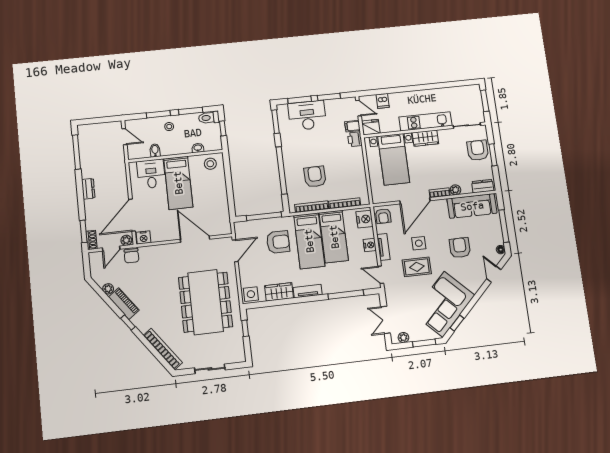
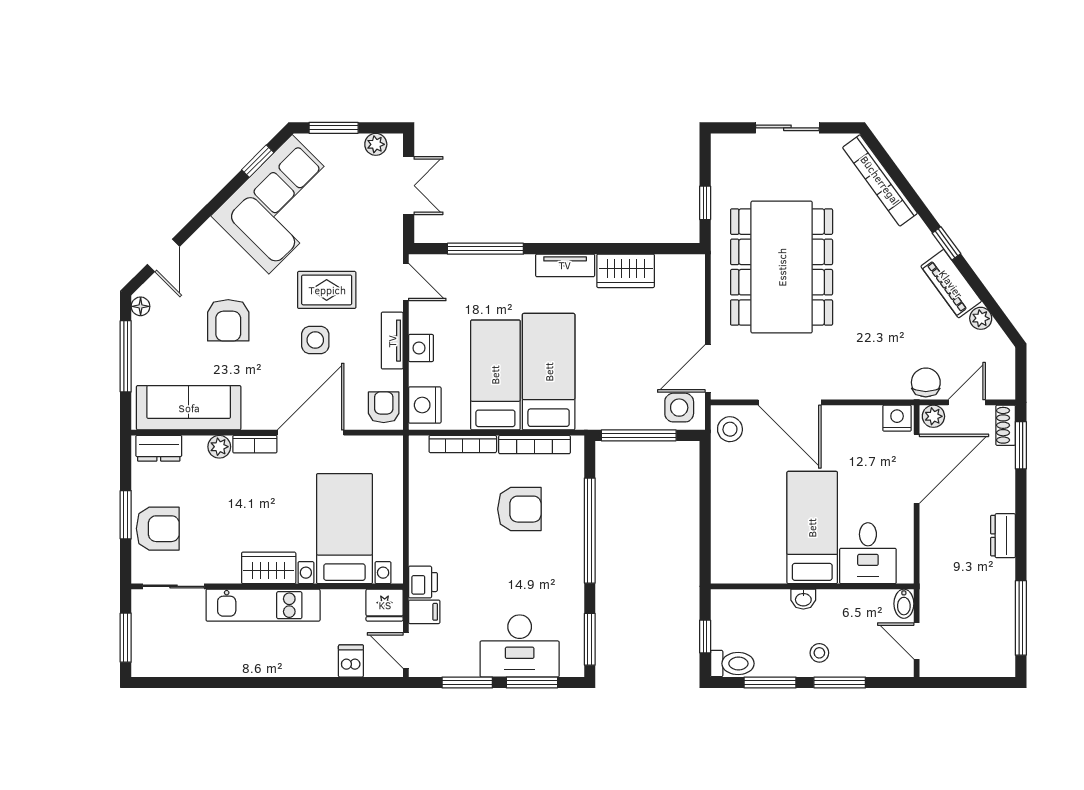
washbasin: (198, 148) -> (803, 599), moved
bidet: (155, 150) -> (904, 604), moved
armchair: (478, 150) -> (158, 529), turned -90
stool: (210, 164) -> (730, 429), moved
armchair: (315, 177) -> (519, 509), turned -89
armchair: (278, 242) -> (615, 377), removed
side table: (251, 294) -> (679, 408), moved

